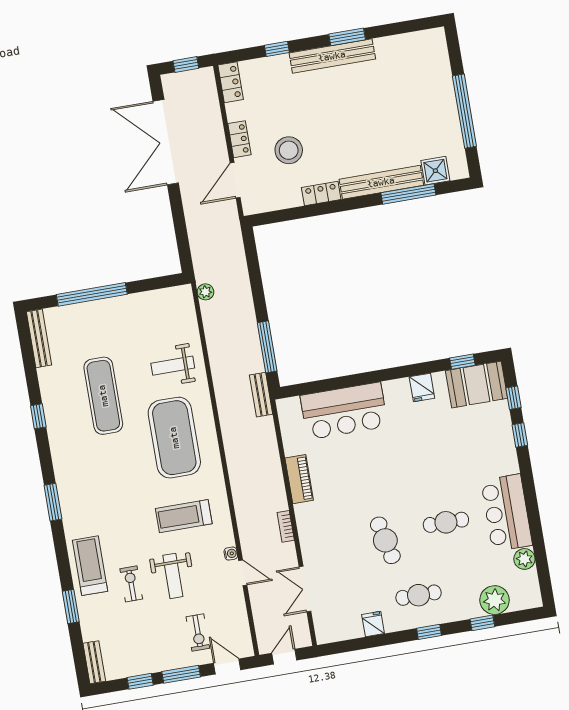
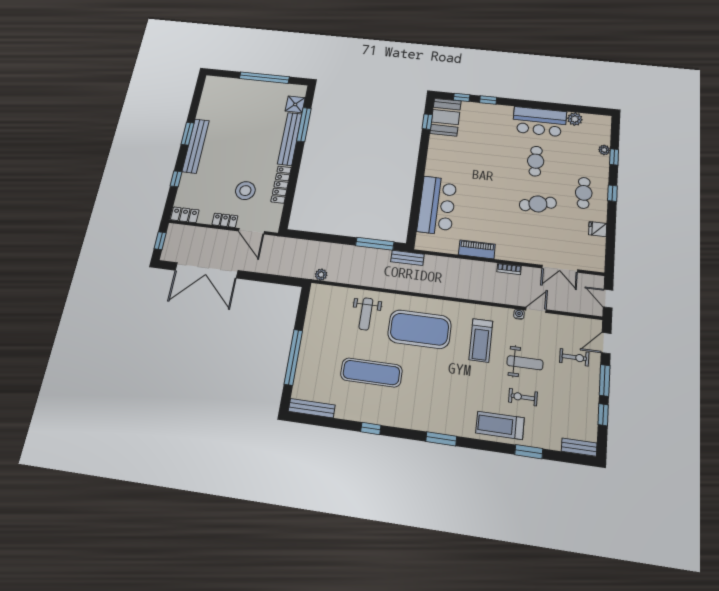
locker: (321, 193) -> (281, 185), width x1.53
fridge: (422, 387) -> (437, 151), removed
plant: (494, 600) -> (604, 150), width x0.53, depth x0.53

